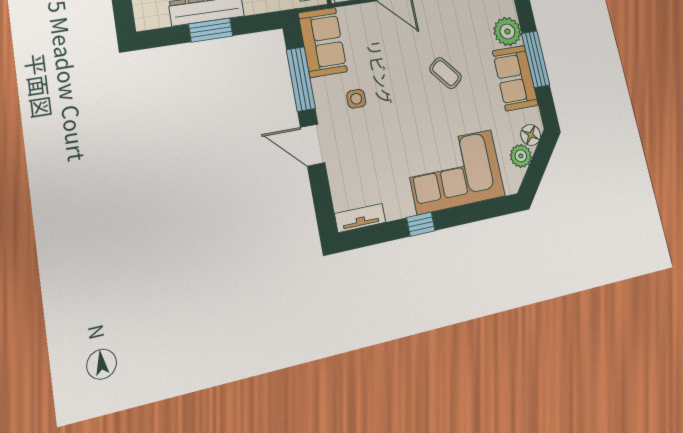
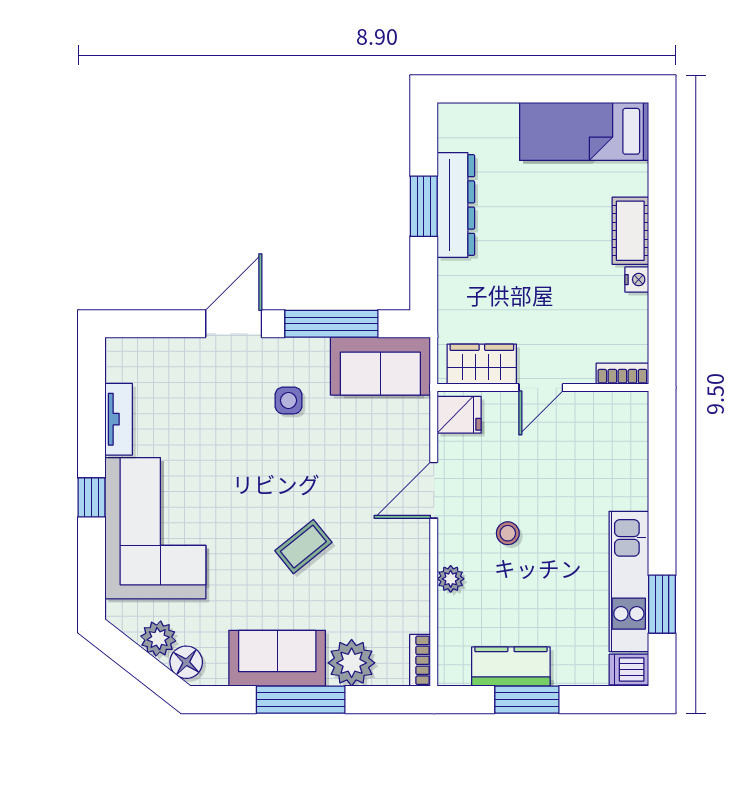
tv unit: (360, 218) -> (119, 419), moved
window: (421, 224) -> (92, 497), moved

